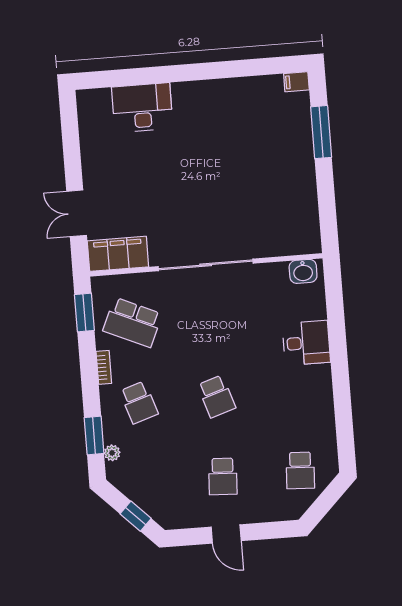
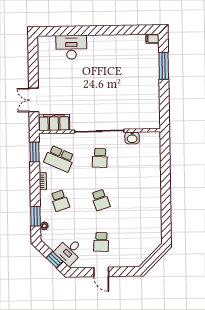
washbasin: (303, 271) -> (132, 138), moved
desk: (306, 343) -> (69, 251), moved, turned 135
school desk: (300, 470) -> (100, 158), moved

